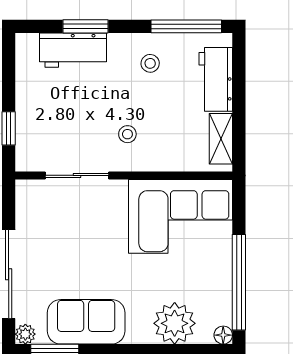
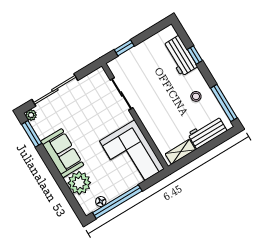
window: (86, 26) -> (195, 55), width x0.67
stool: (127, 134) -> (156, 106), removed
sofa: (86, 322) -> (62, 153), moved
floor lamp: (223, 335) -> (101, 202), moved

